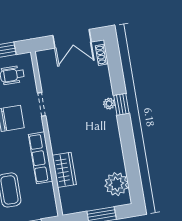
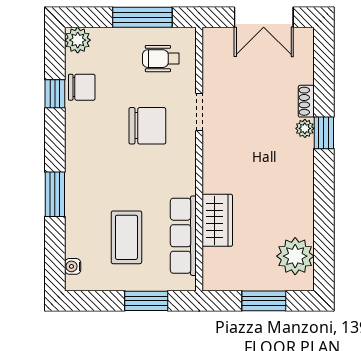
shoe rack: (102, 55) -> (306, 101), moved
row of seats: (41, 158) -> (183, 236), moved

